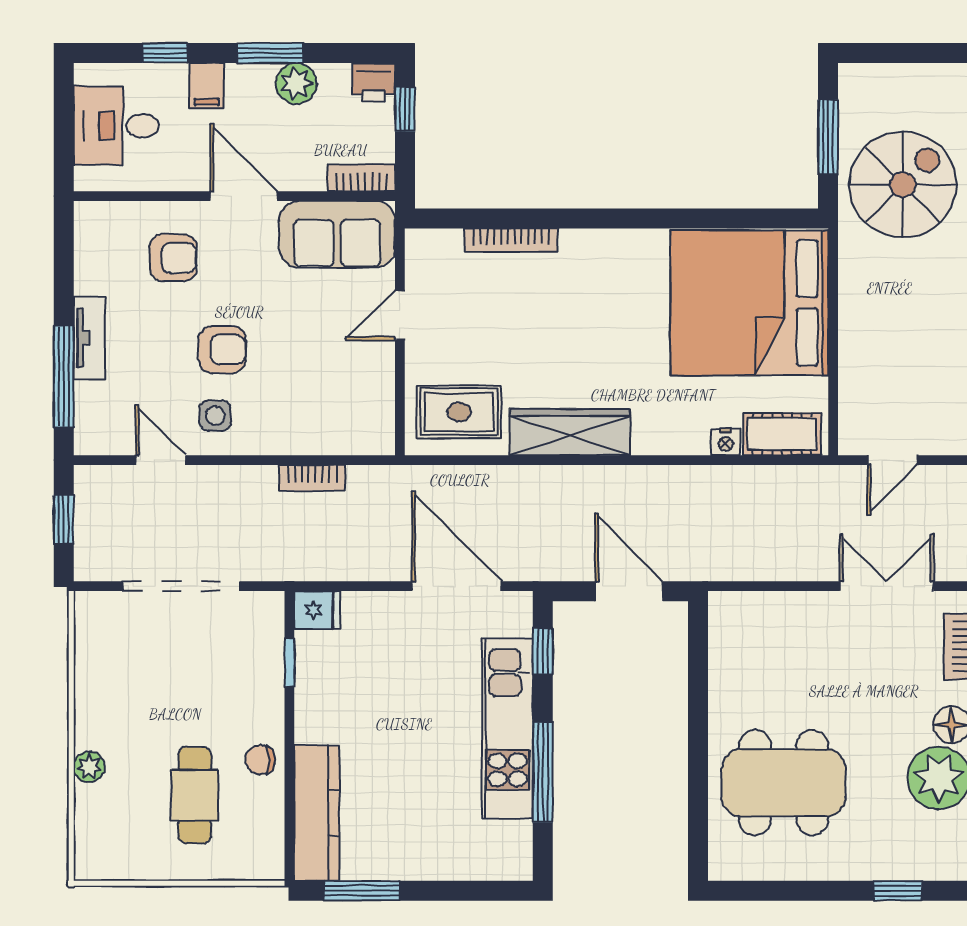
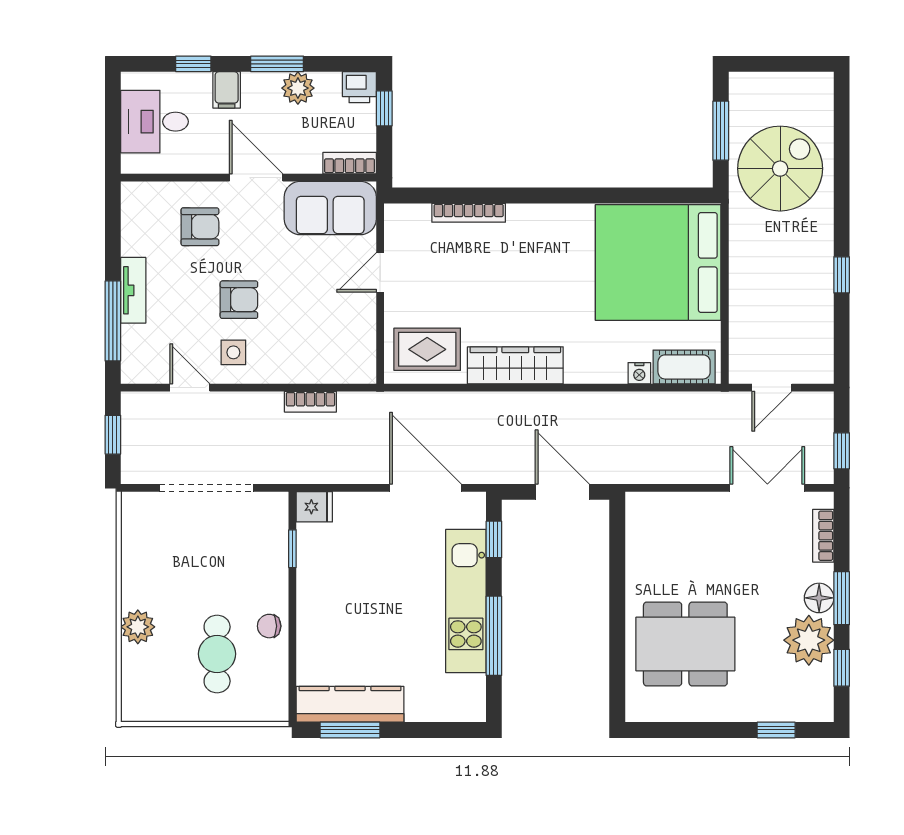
plant: (89, 767) -> (138, 627), width x1.38, depth x1.38
kitchen counter: (317, 813) -> (350, 704), moved, turned -90

